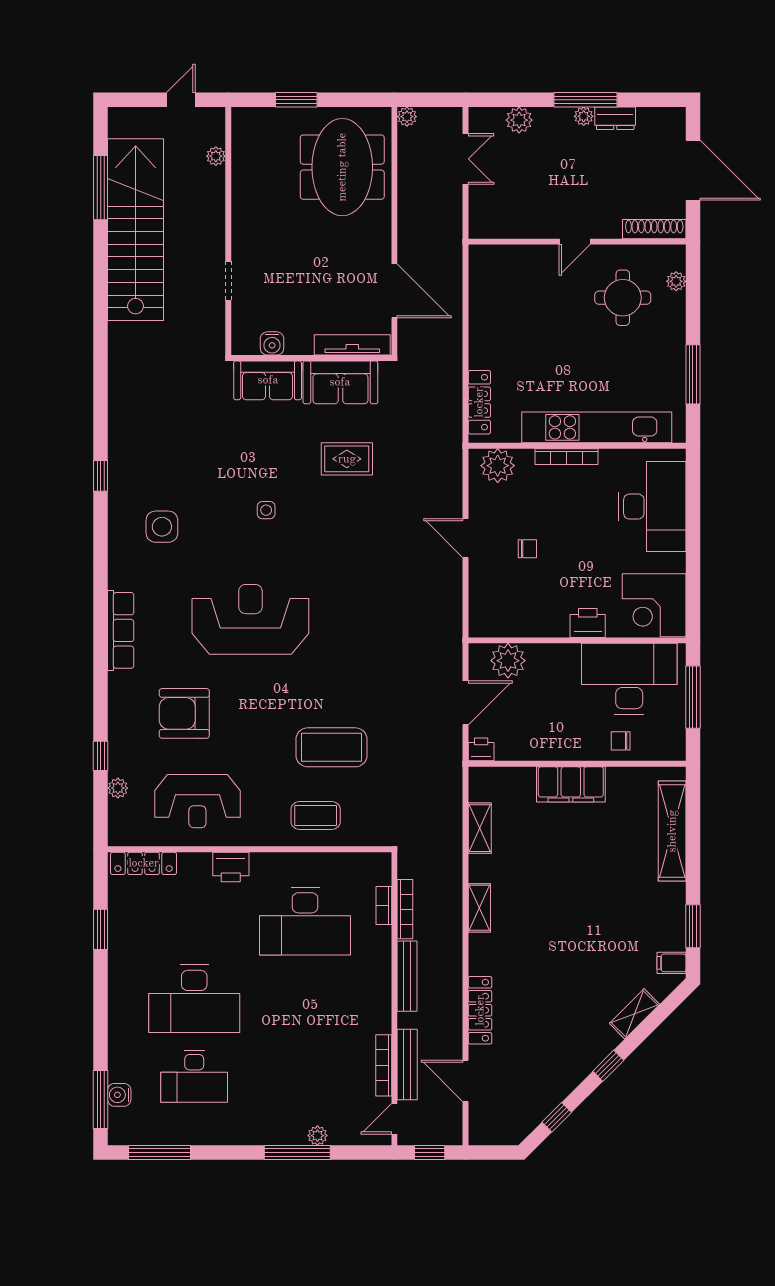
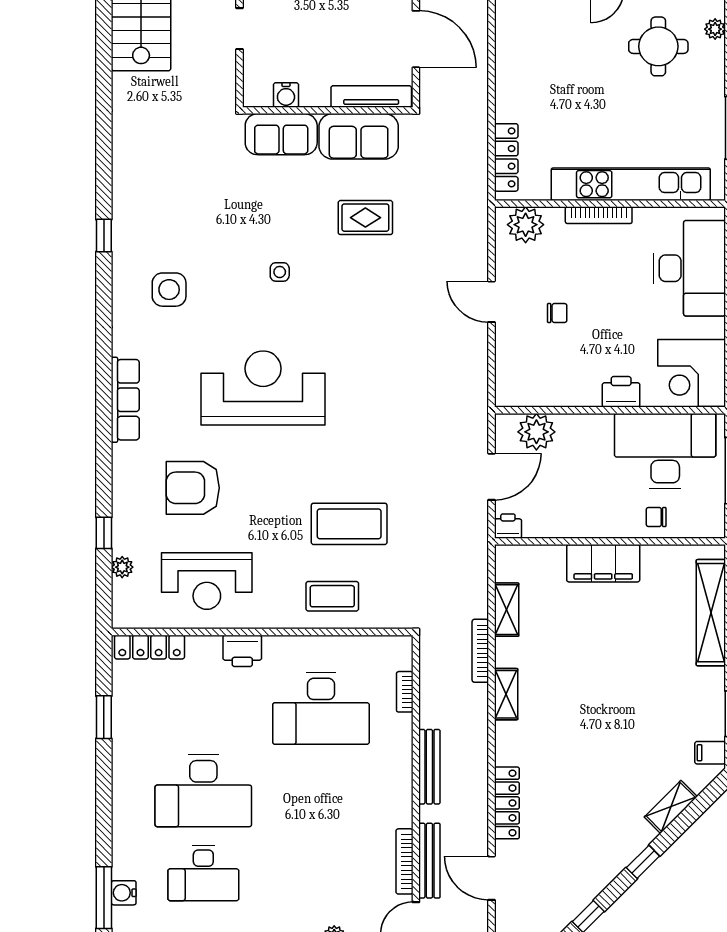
bookcase: (405, 909) -> (480, 651), moved, turned 180

